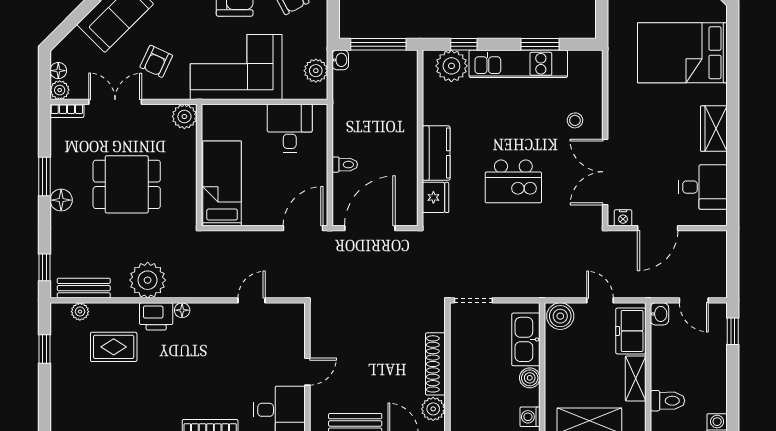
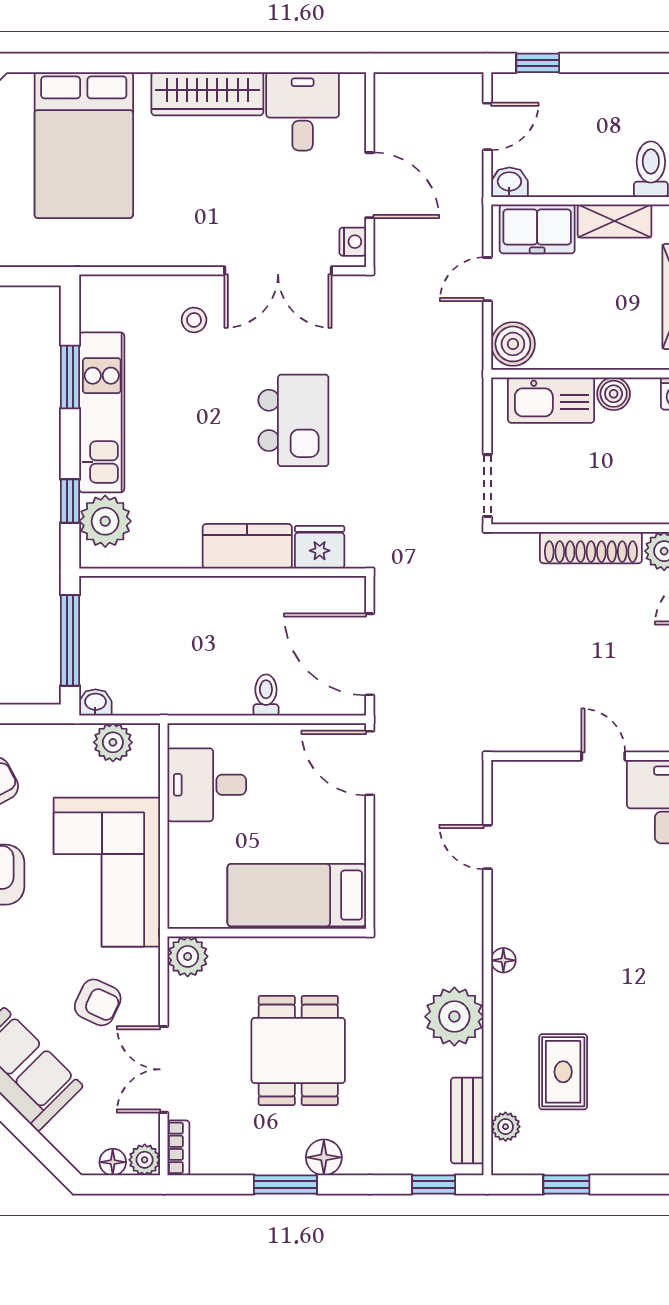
wardrobe: (714, 129) -> (207, 94), width x1.50
printer: (156, 316) -> (513, 1003), removed

